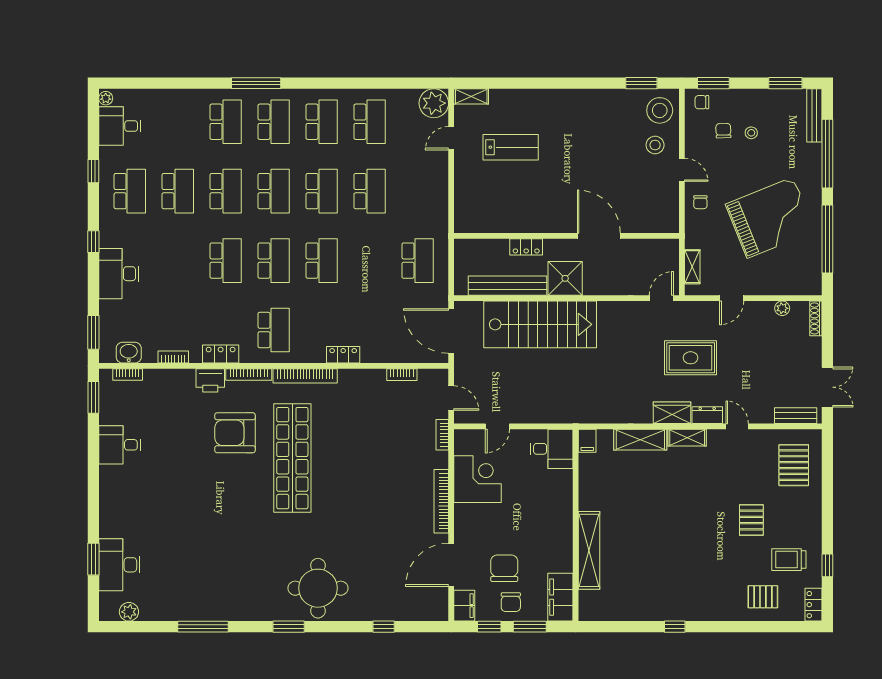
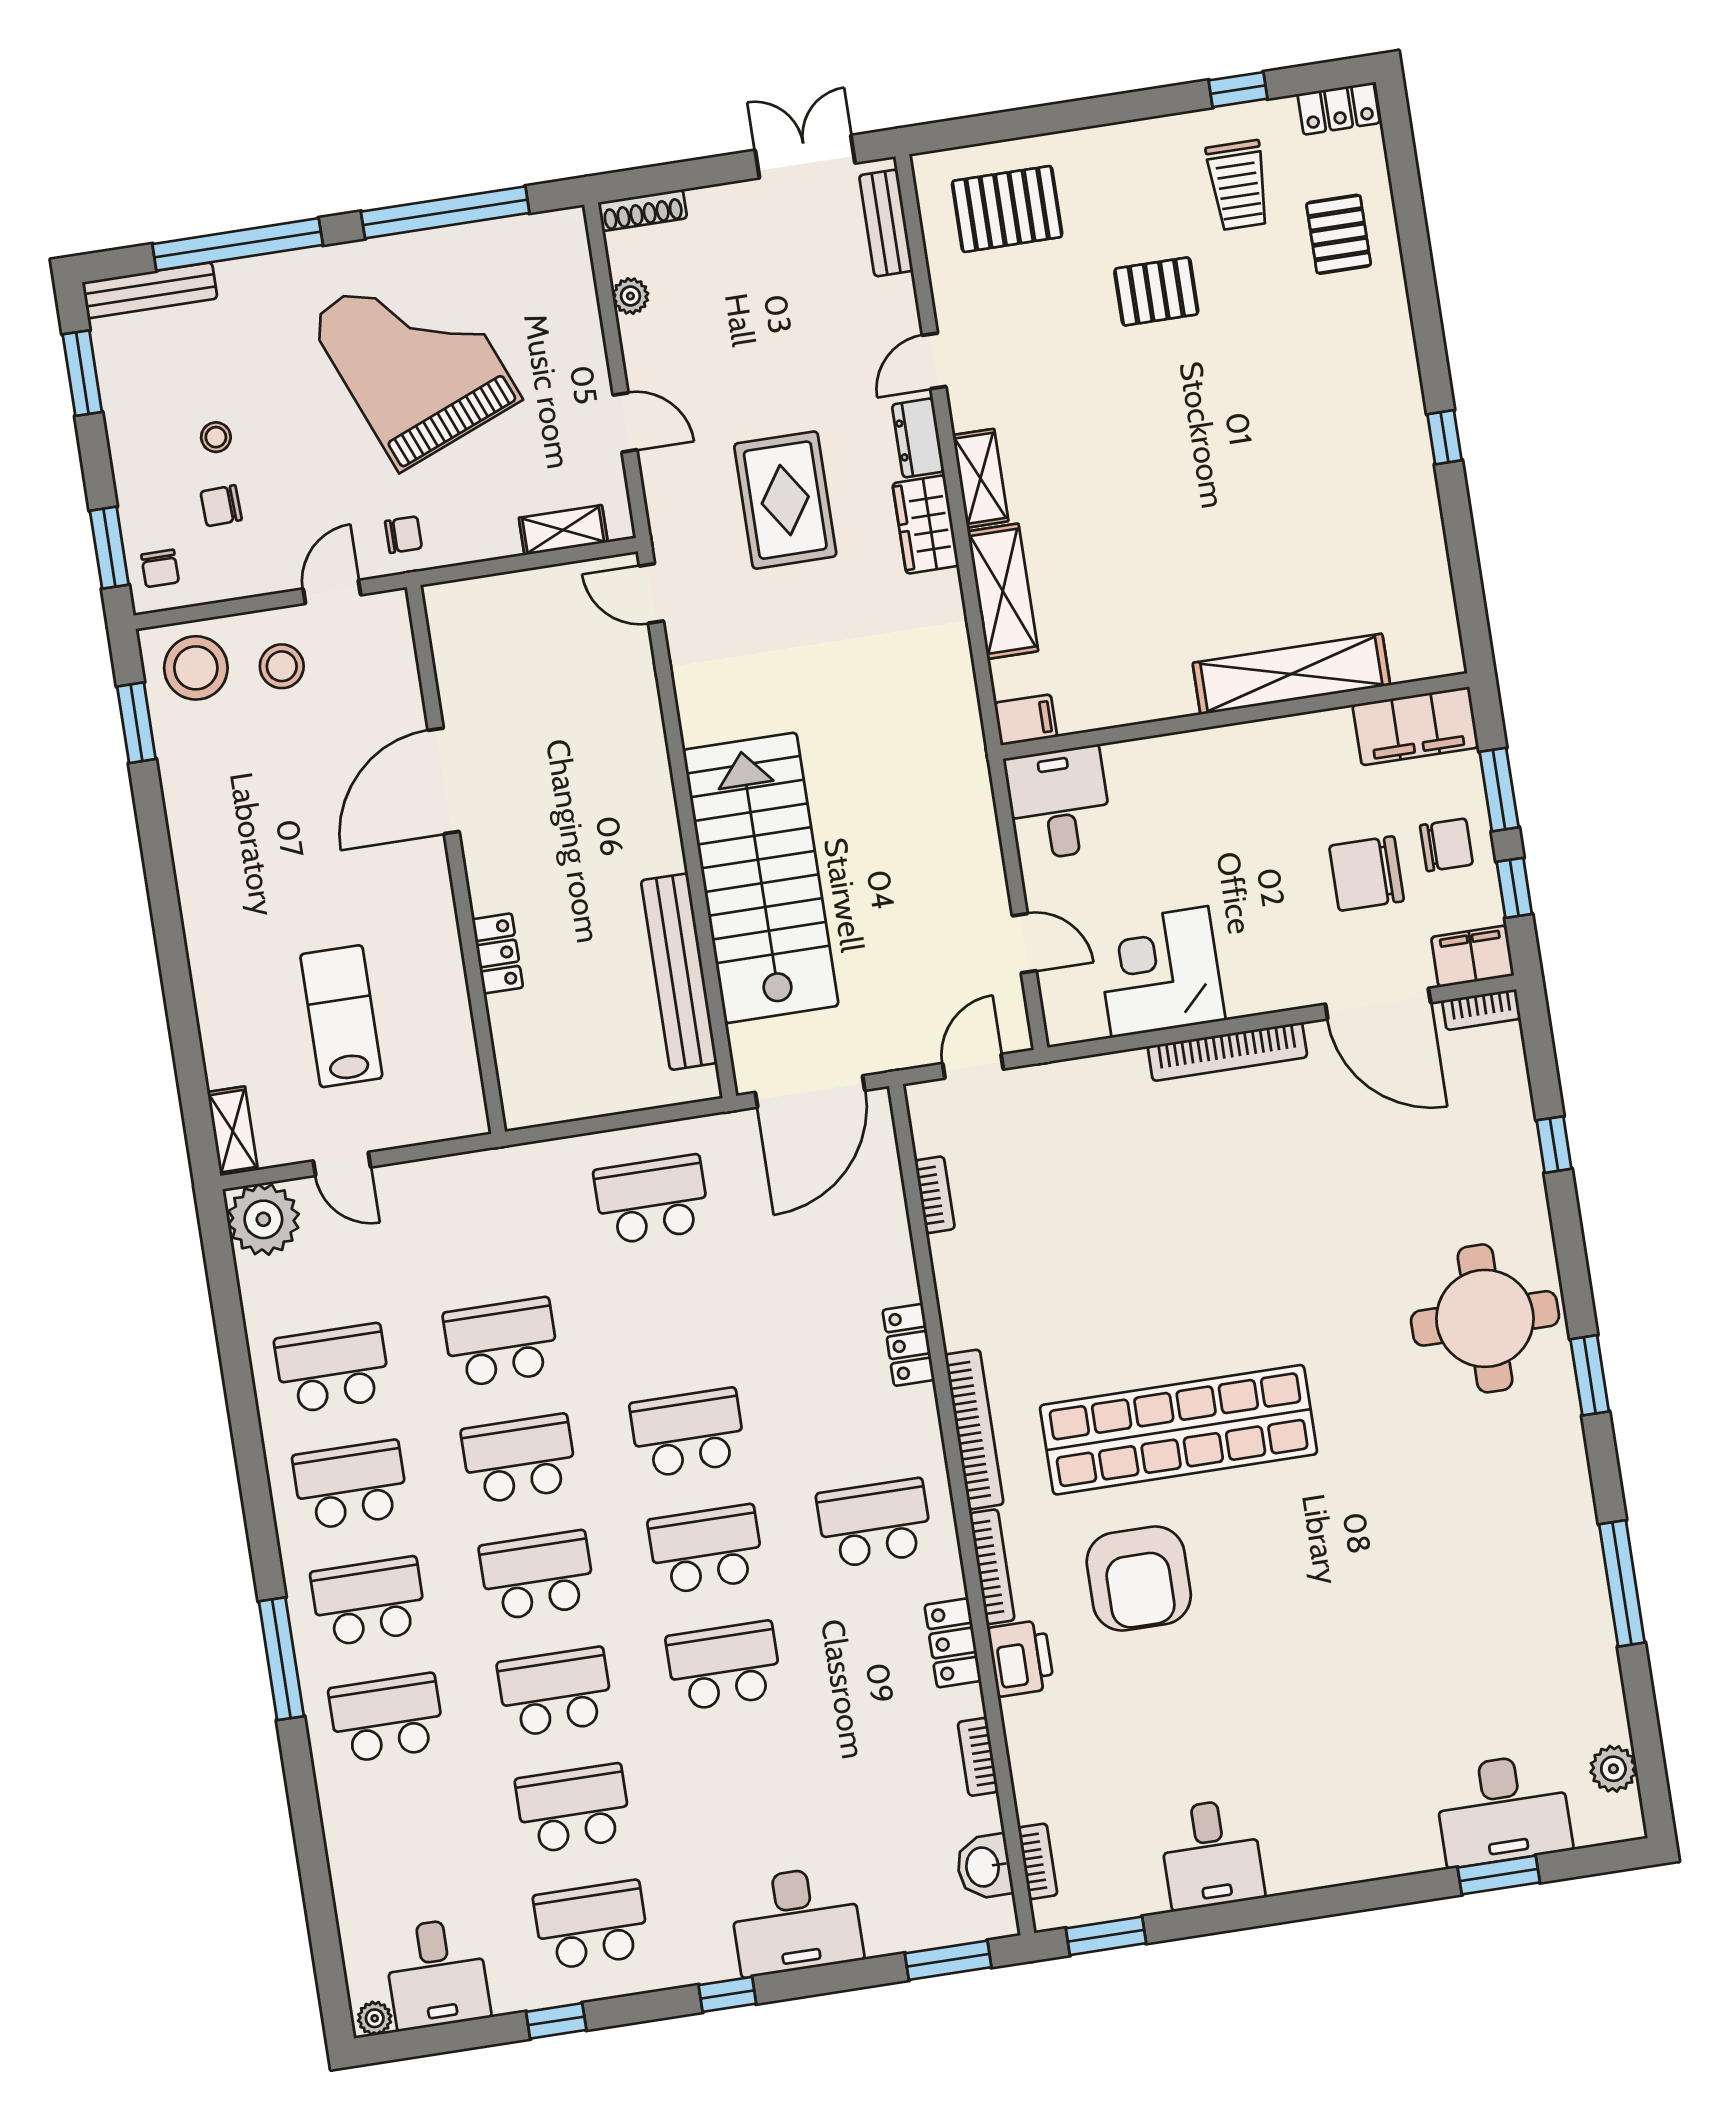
wall: (567, 236) -> (456, 859), moved
door: (599, 236) -> (444, 781), moved
locker: (526, 247) -> (498, 953), moved
shower: (565, 278) -> (639, 834), removed
bookcase: (442, 435) -> (1481, 1010), moved

